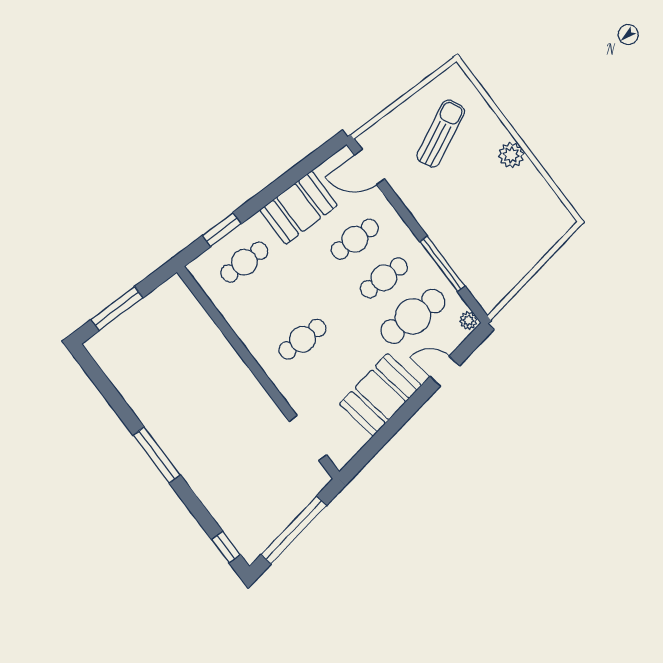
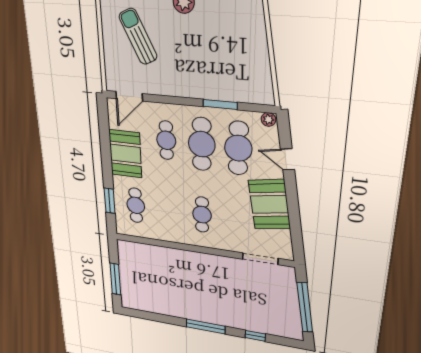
window: (442, 264) -> (220, 104), width x0.69
cafe table: (384, 278) -> (202, 144), width x1.37, depth x1.35
door: (445, 371) -> (288, 159), hinge flipped
window: (226, 547) -> (255, 336), moved

